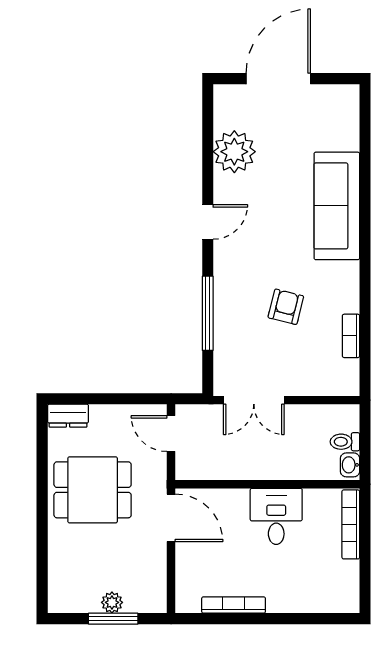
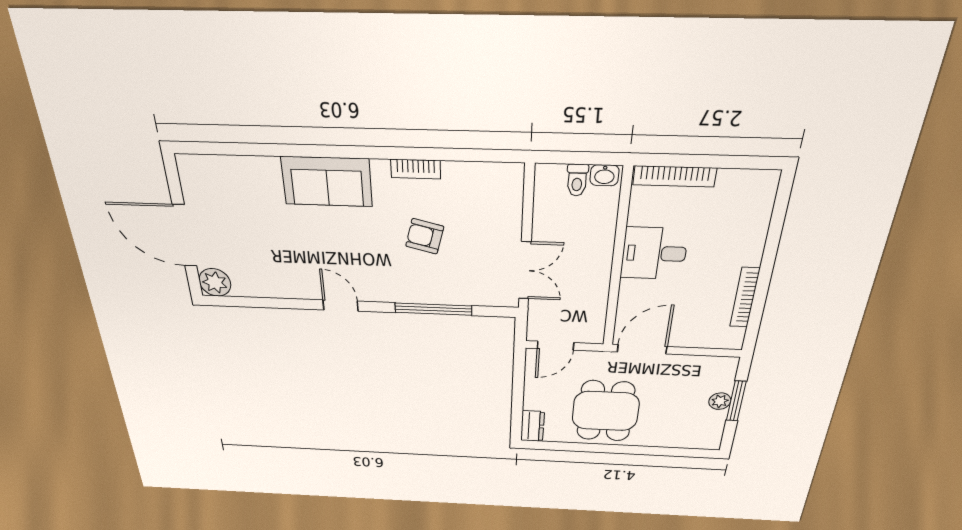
plant: (234, 152) -> (215, 282), moved, width x0.73, depth x0.73
sofa: (337, 206) -> (327, 182), width x0.73
bookcase: (351, 336) -> (416, 169), moved

